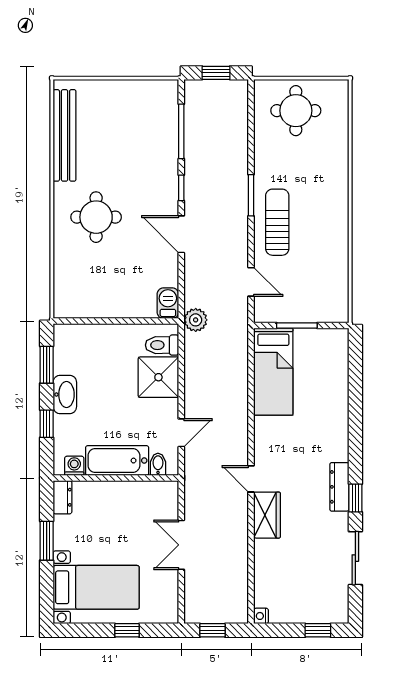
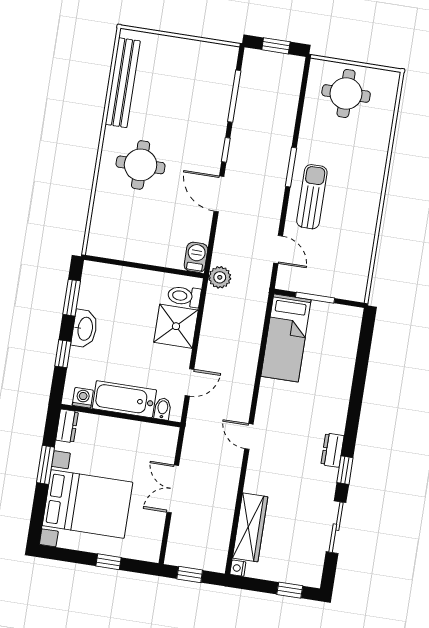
dresser: (339, 487) -> (332, 450), width x0.70
wardrobe: (267, 515) -> (250, 527), moved, width x1.50
bed with nightstands: (96, 587) -> (88, 504), width x1.36

